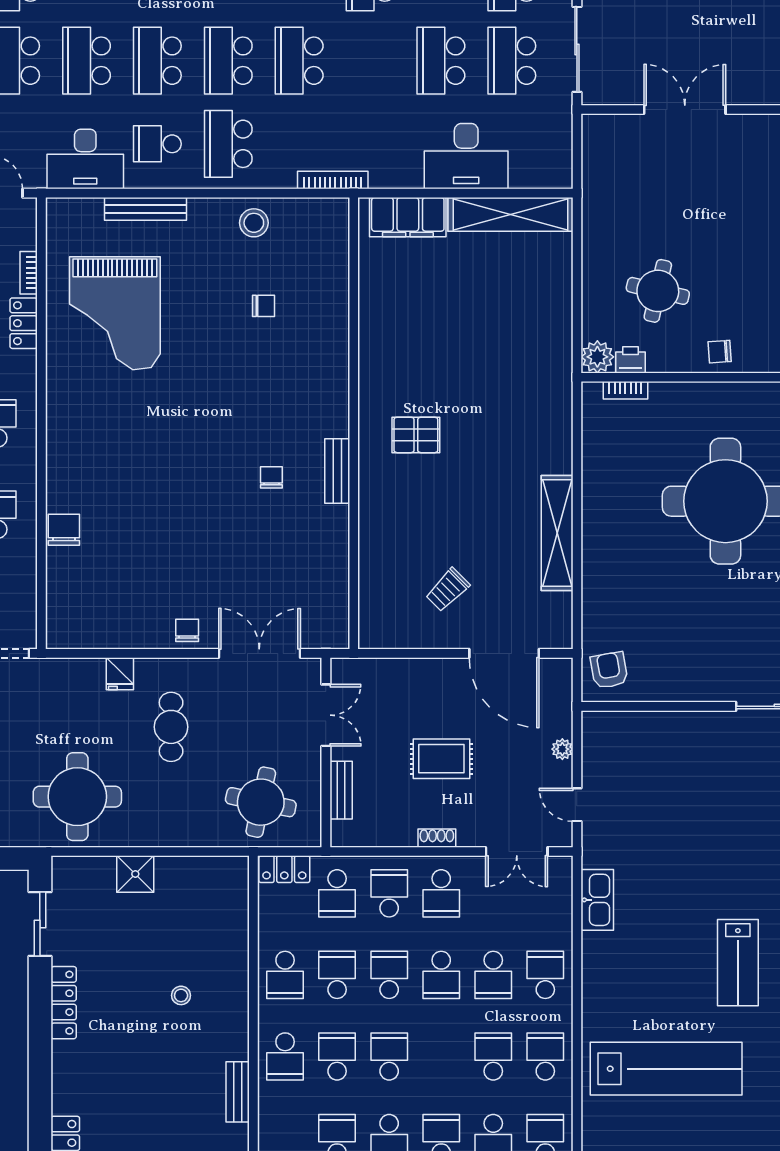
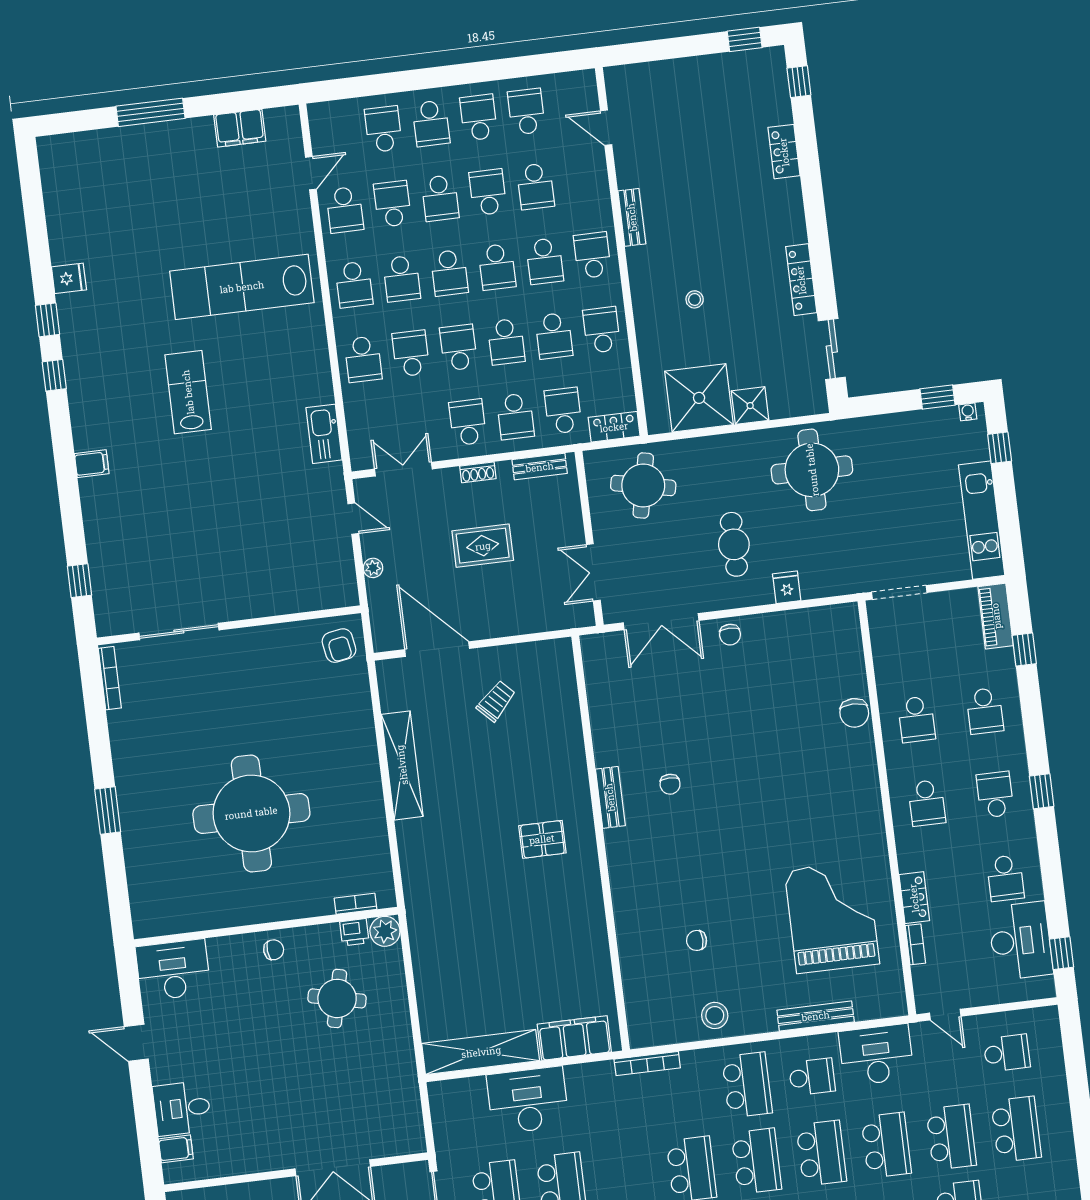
bench: (341, 790) -> (540, 467), moved, turned 90
shower: (189, 889) -> (699, 398), added
school desk: (441, 1056) -> (449, 273), added

